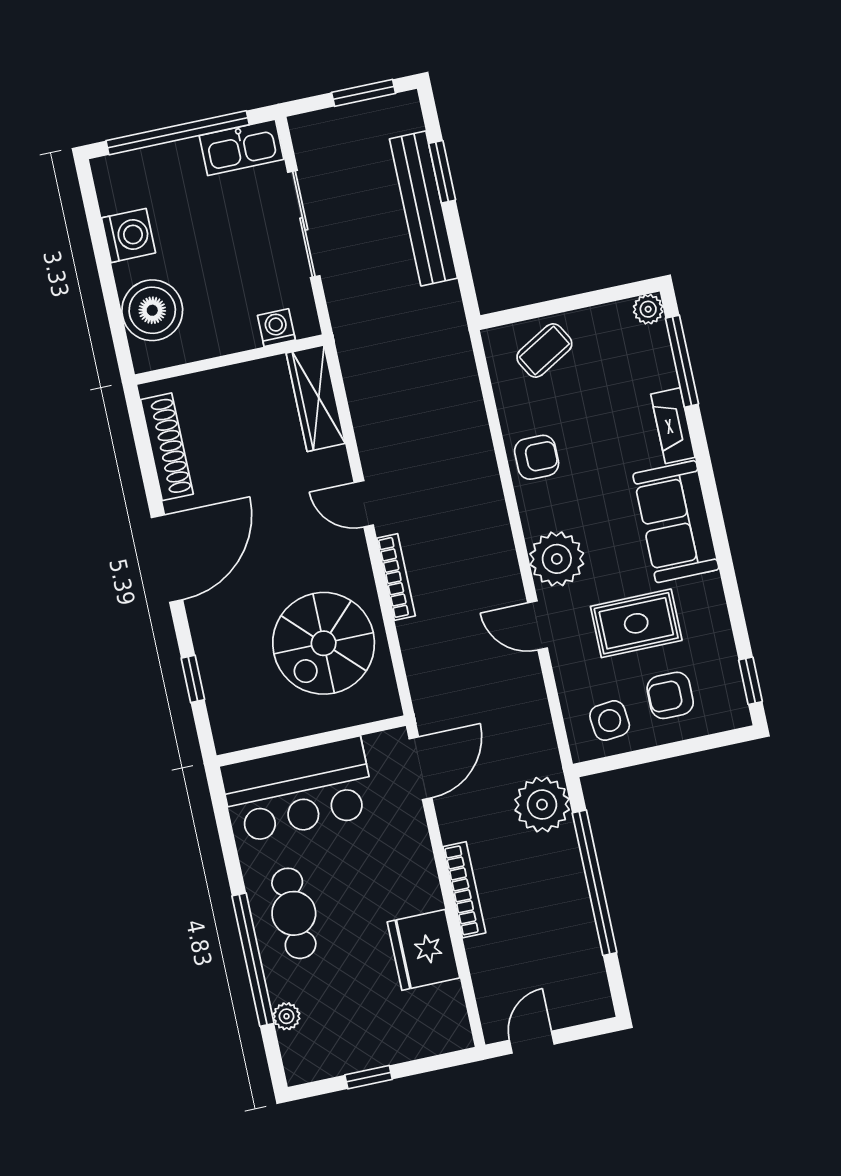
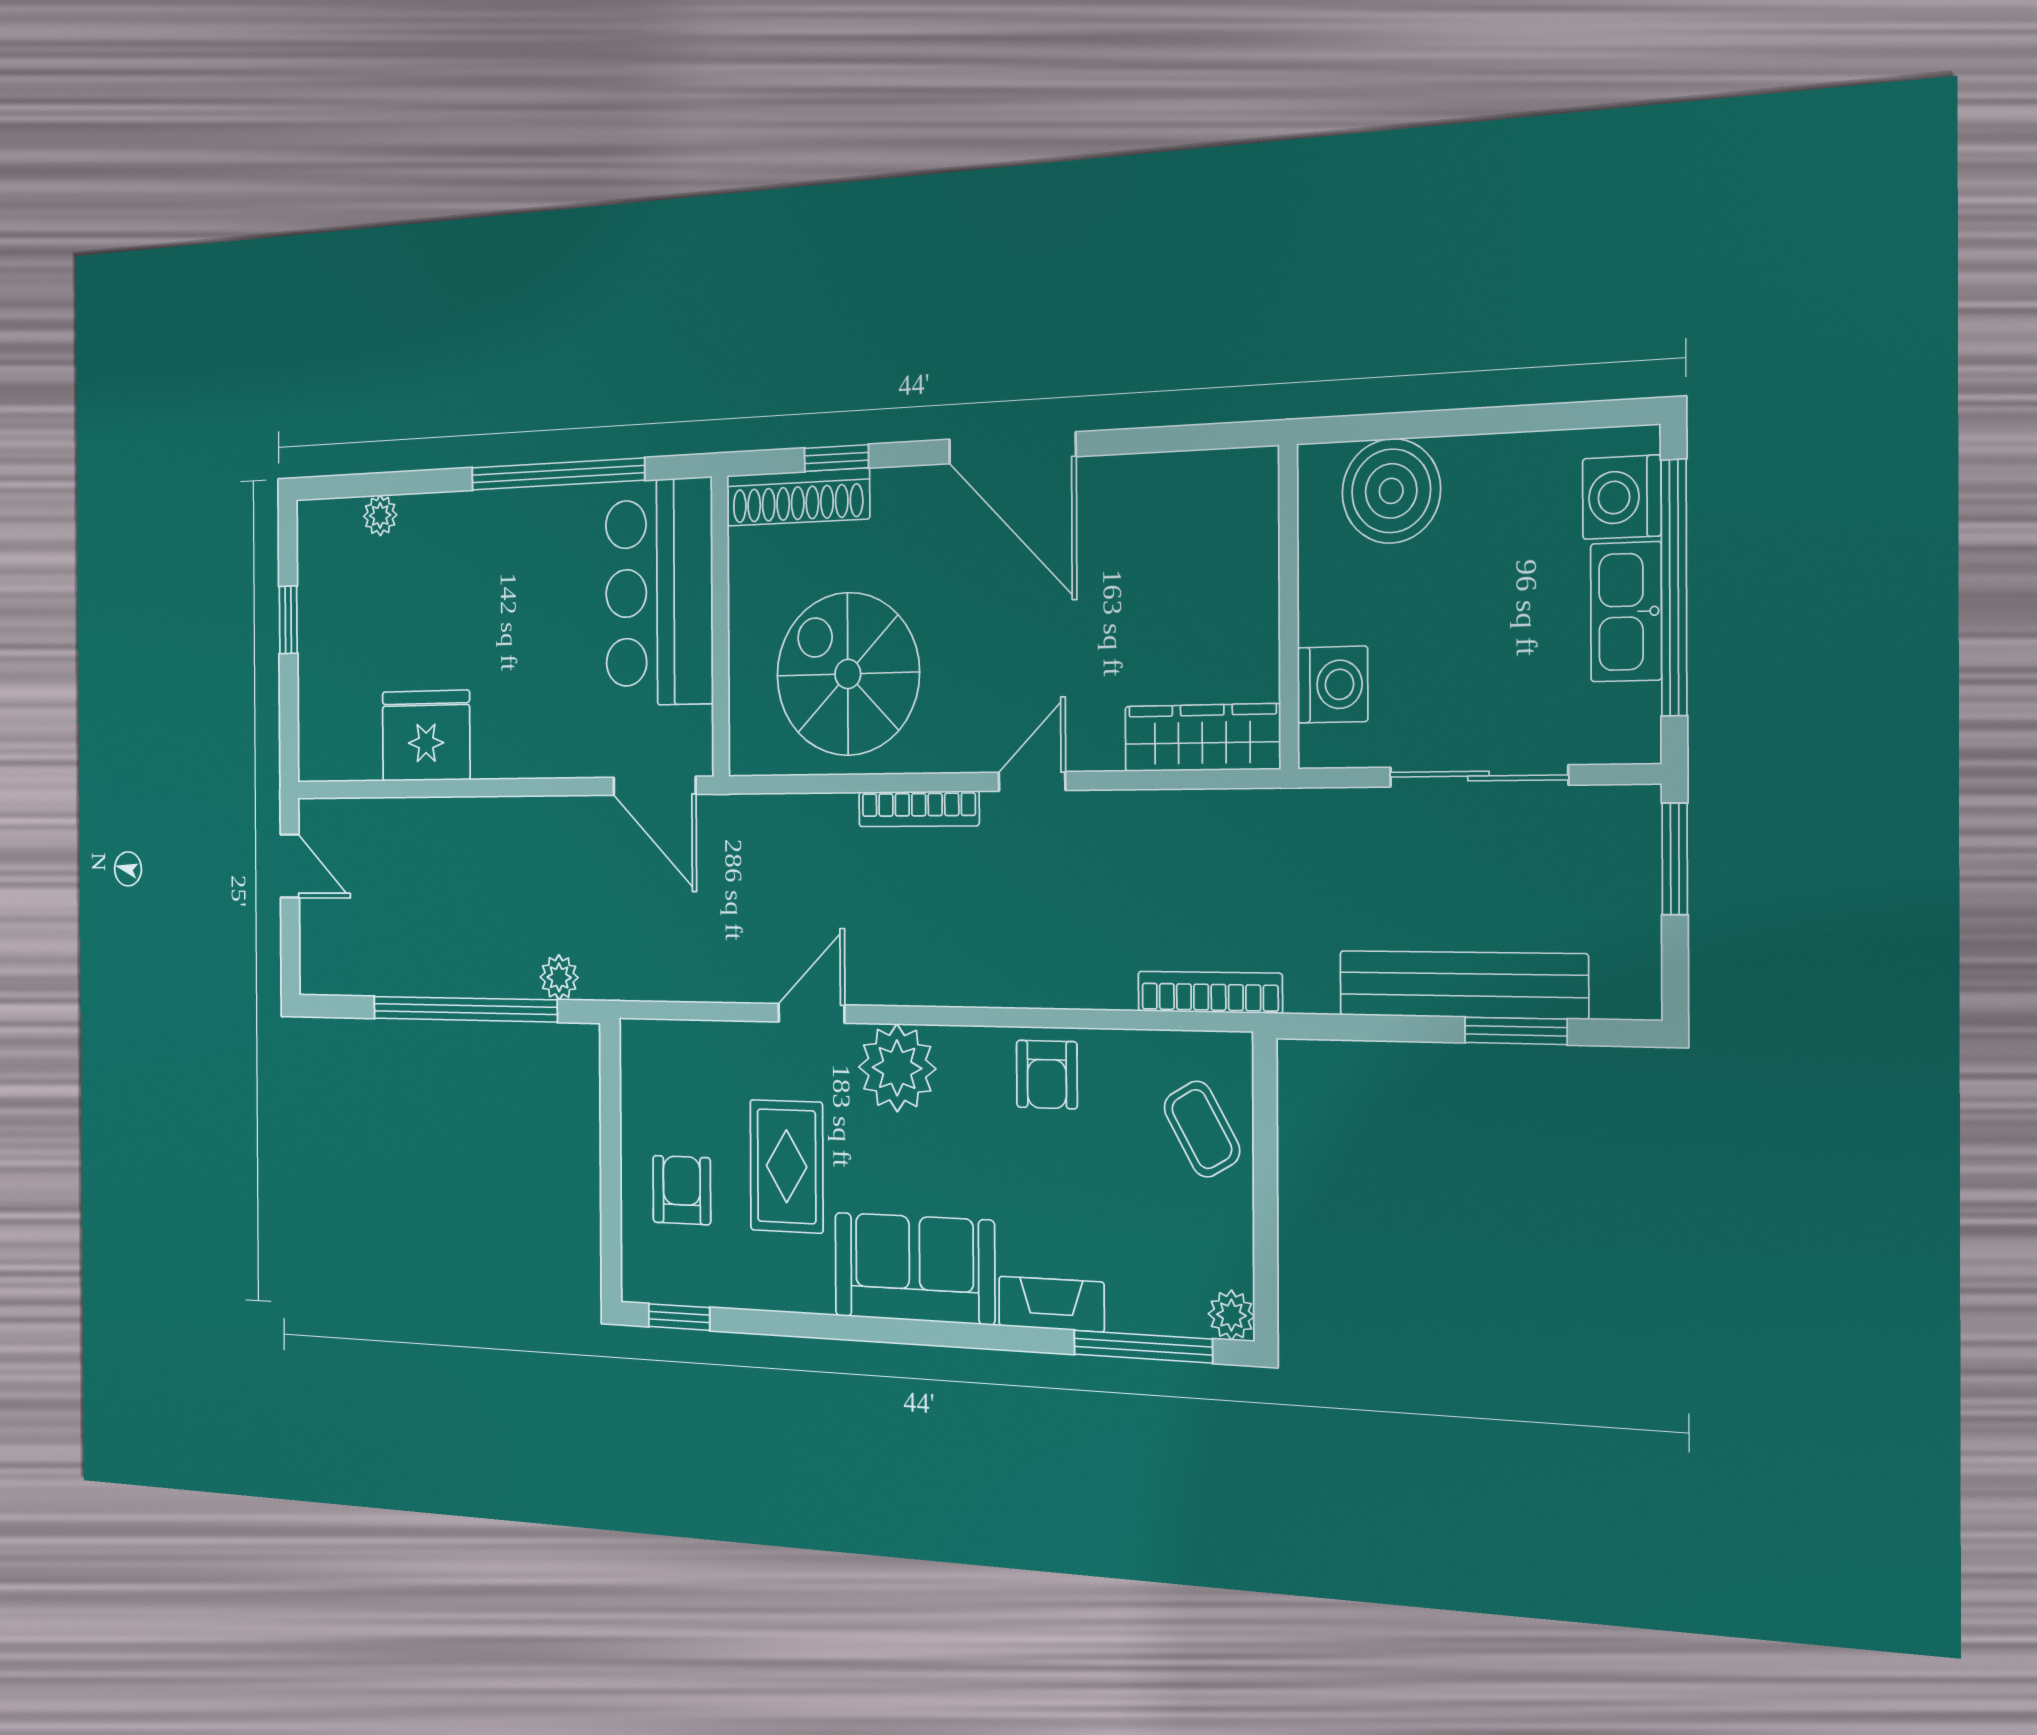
window: (364, 93) -> (1675, 859), moved
kitchen sink: (241, 147) -> (1626, 612), moved
washing machine: (129, 235) -> (1622, 497), moved, turned 90
washing machine: (276, 328) -> (1332, 685), width x1.38, depth x1.38
shoe rack: (167, 447) -> (798, 497), moved
side table: (610, 721) -> (665, 1089), removed
plant: (542, 805) -> (559, 977), width x0.53, depth x0.53
bookcase: (464, 890) -> (1210, 992), moved, turned 180
cafe table: (294, 913) -> (504, 553), removed
window: (253, 960) -> (557, 474), moved

